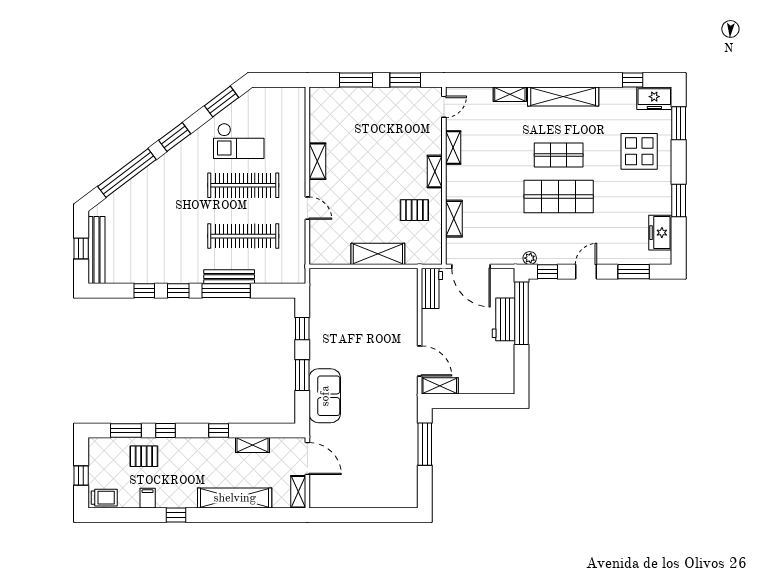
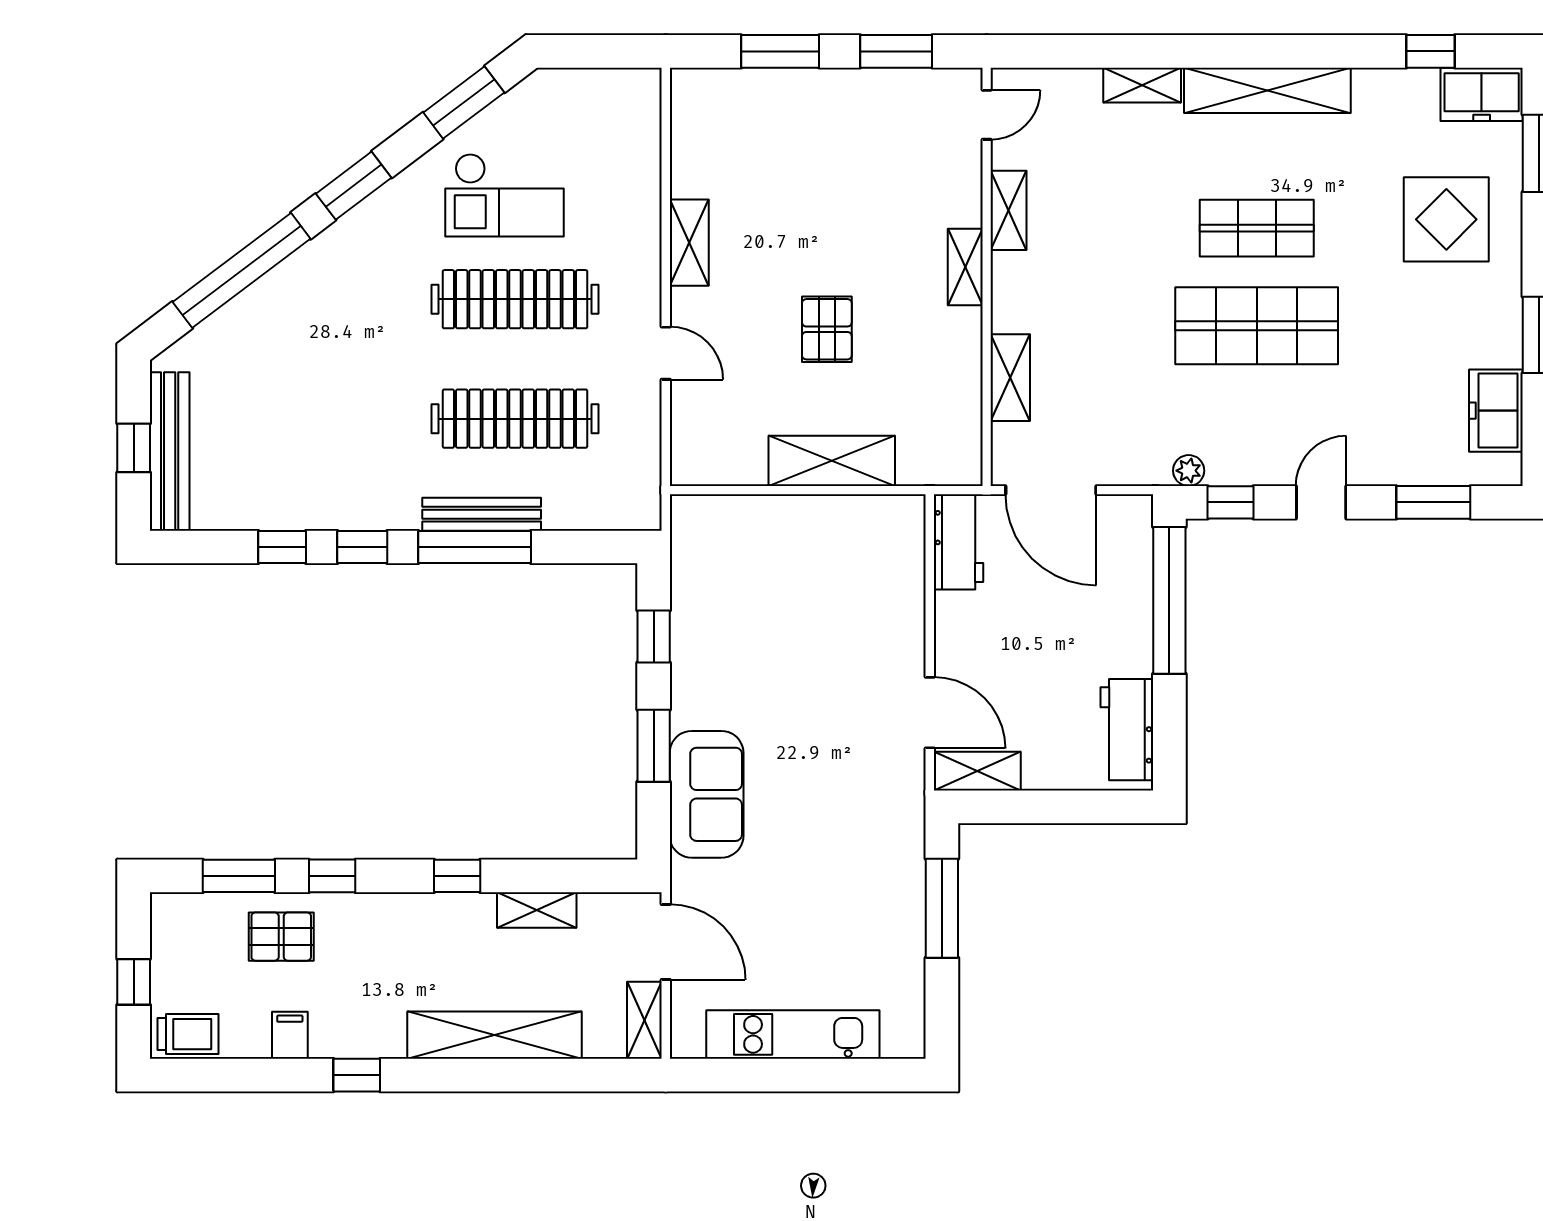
pallet: (414, 210) -> (827, 329), moved, turned 90
workbench: (503, 319) -> (1127, 730), moved
kitchen unit: (361, 498) -> (793, 1034), added

